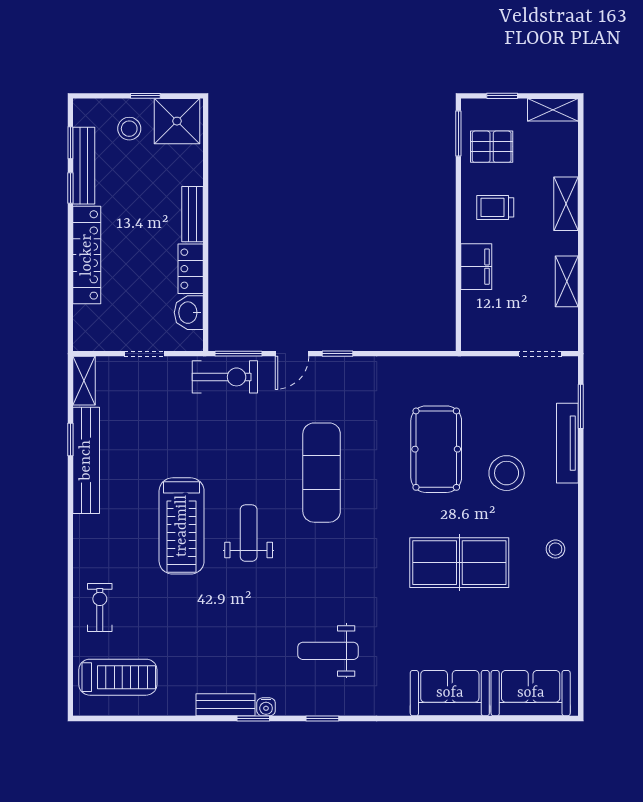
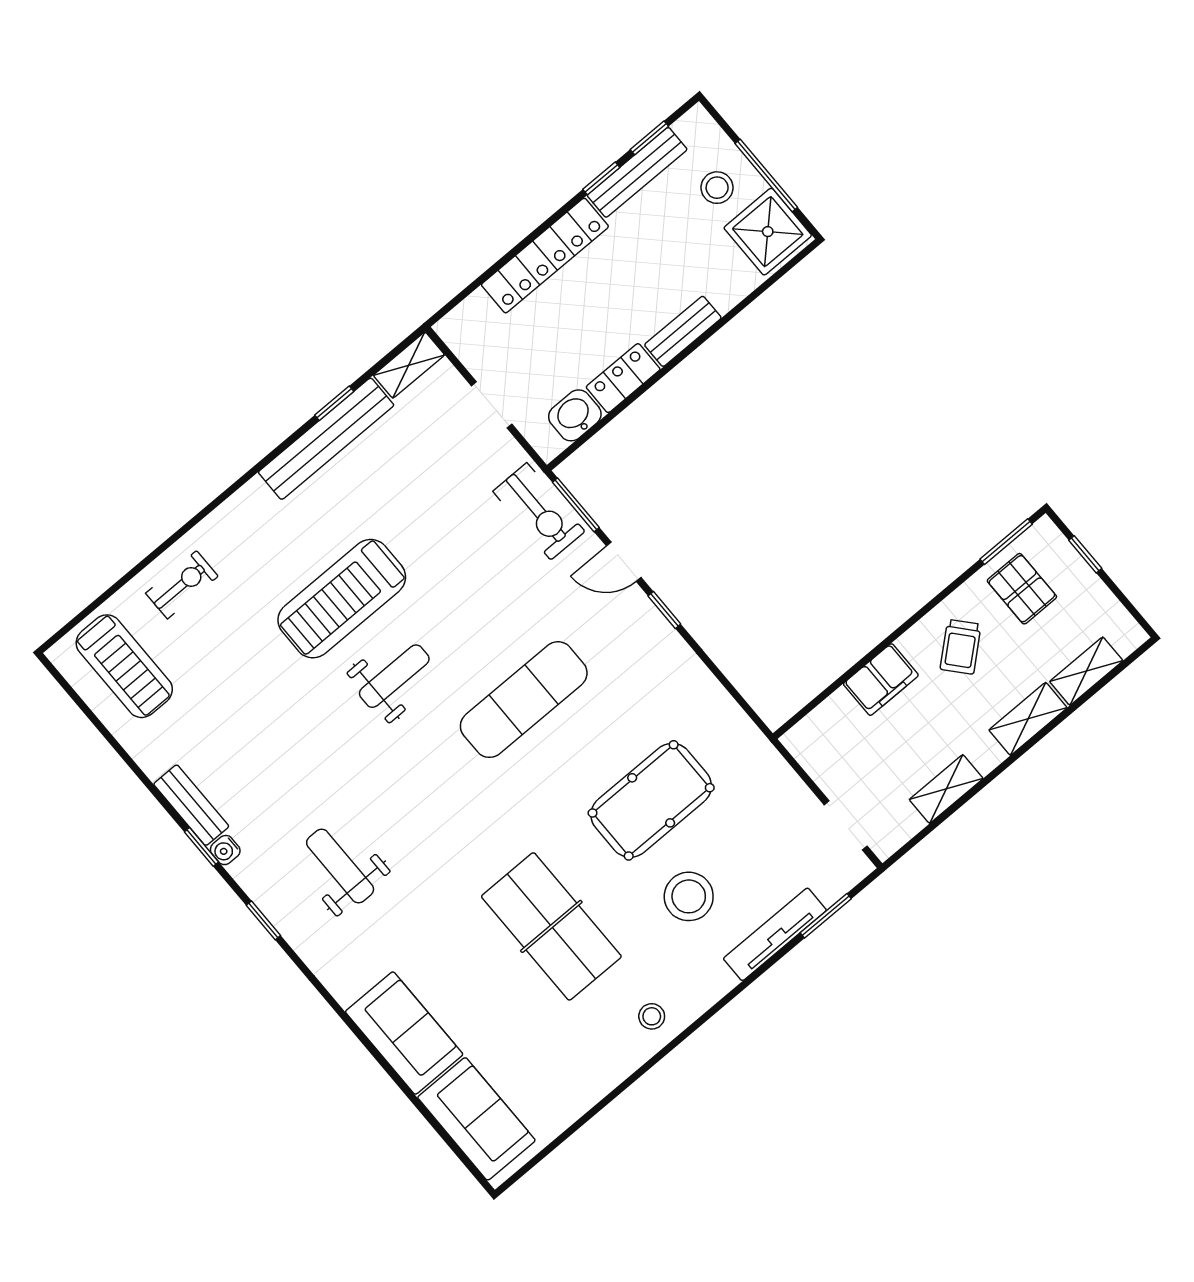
window: (145, 96) -> (766, 175), width x2.17
shelving: (553, 110) -> (1086, 671), moved, turned 90
trolley: (495, 207) -> (961, 647), turned -131

